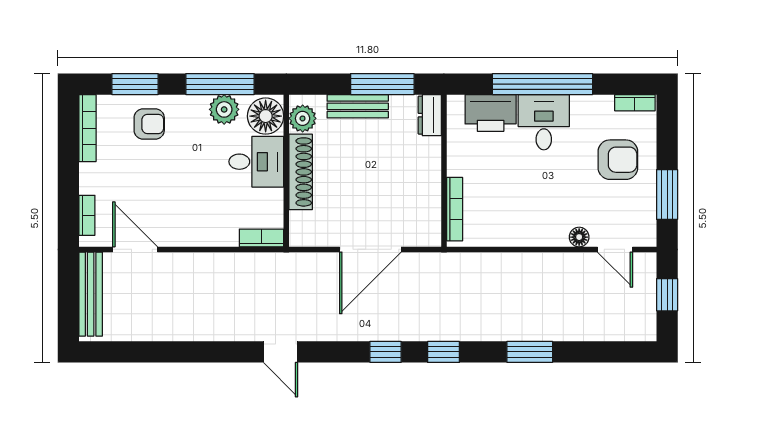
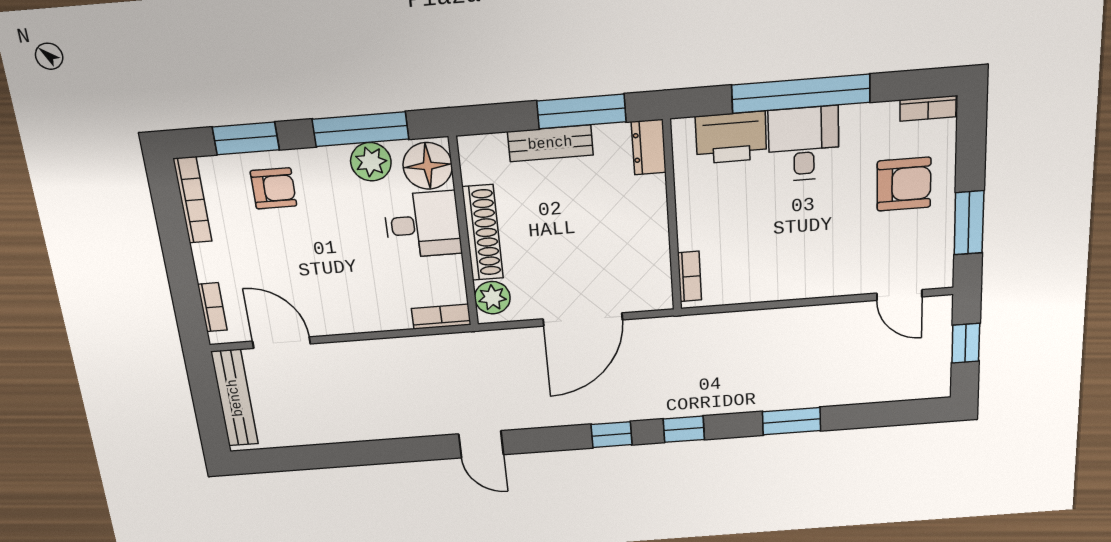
plant: (303, 118) -> (492, 298), moved
bookcase: (455, 209) -> (689, 276), width x0.64
floor lamp: (579, 237) -> (853, 284), removed

